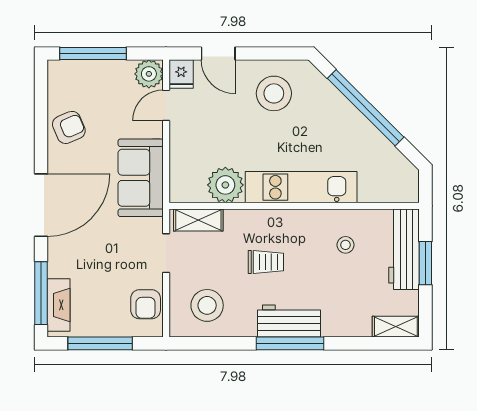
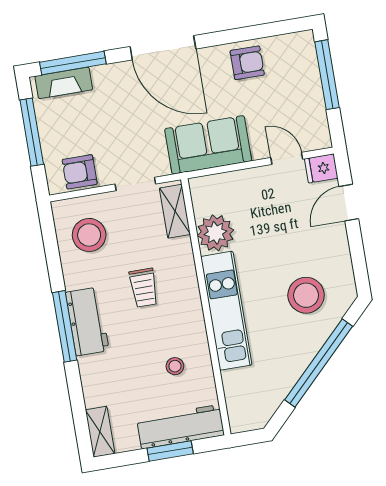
plant: (149, 74) -> (316, 135), removed
stool: (274, 93) -> (306, 295), moved
armchair: (69, 127) -> (247, 63), turned -67

